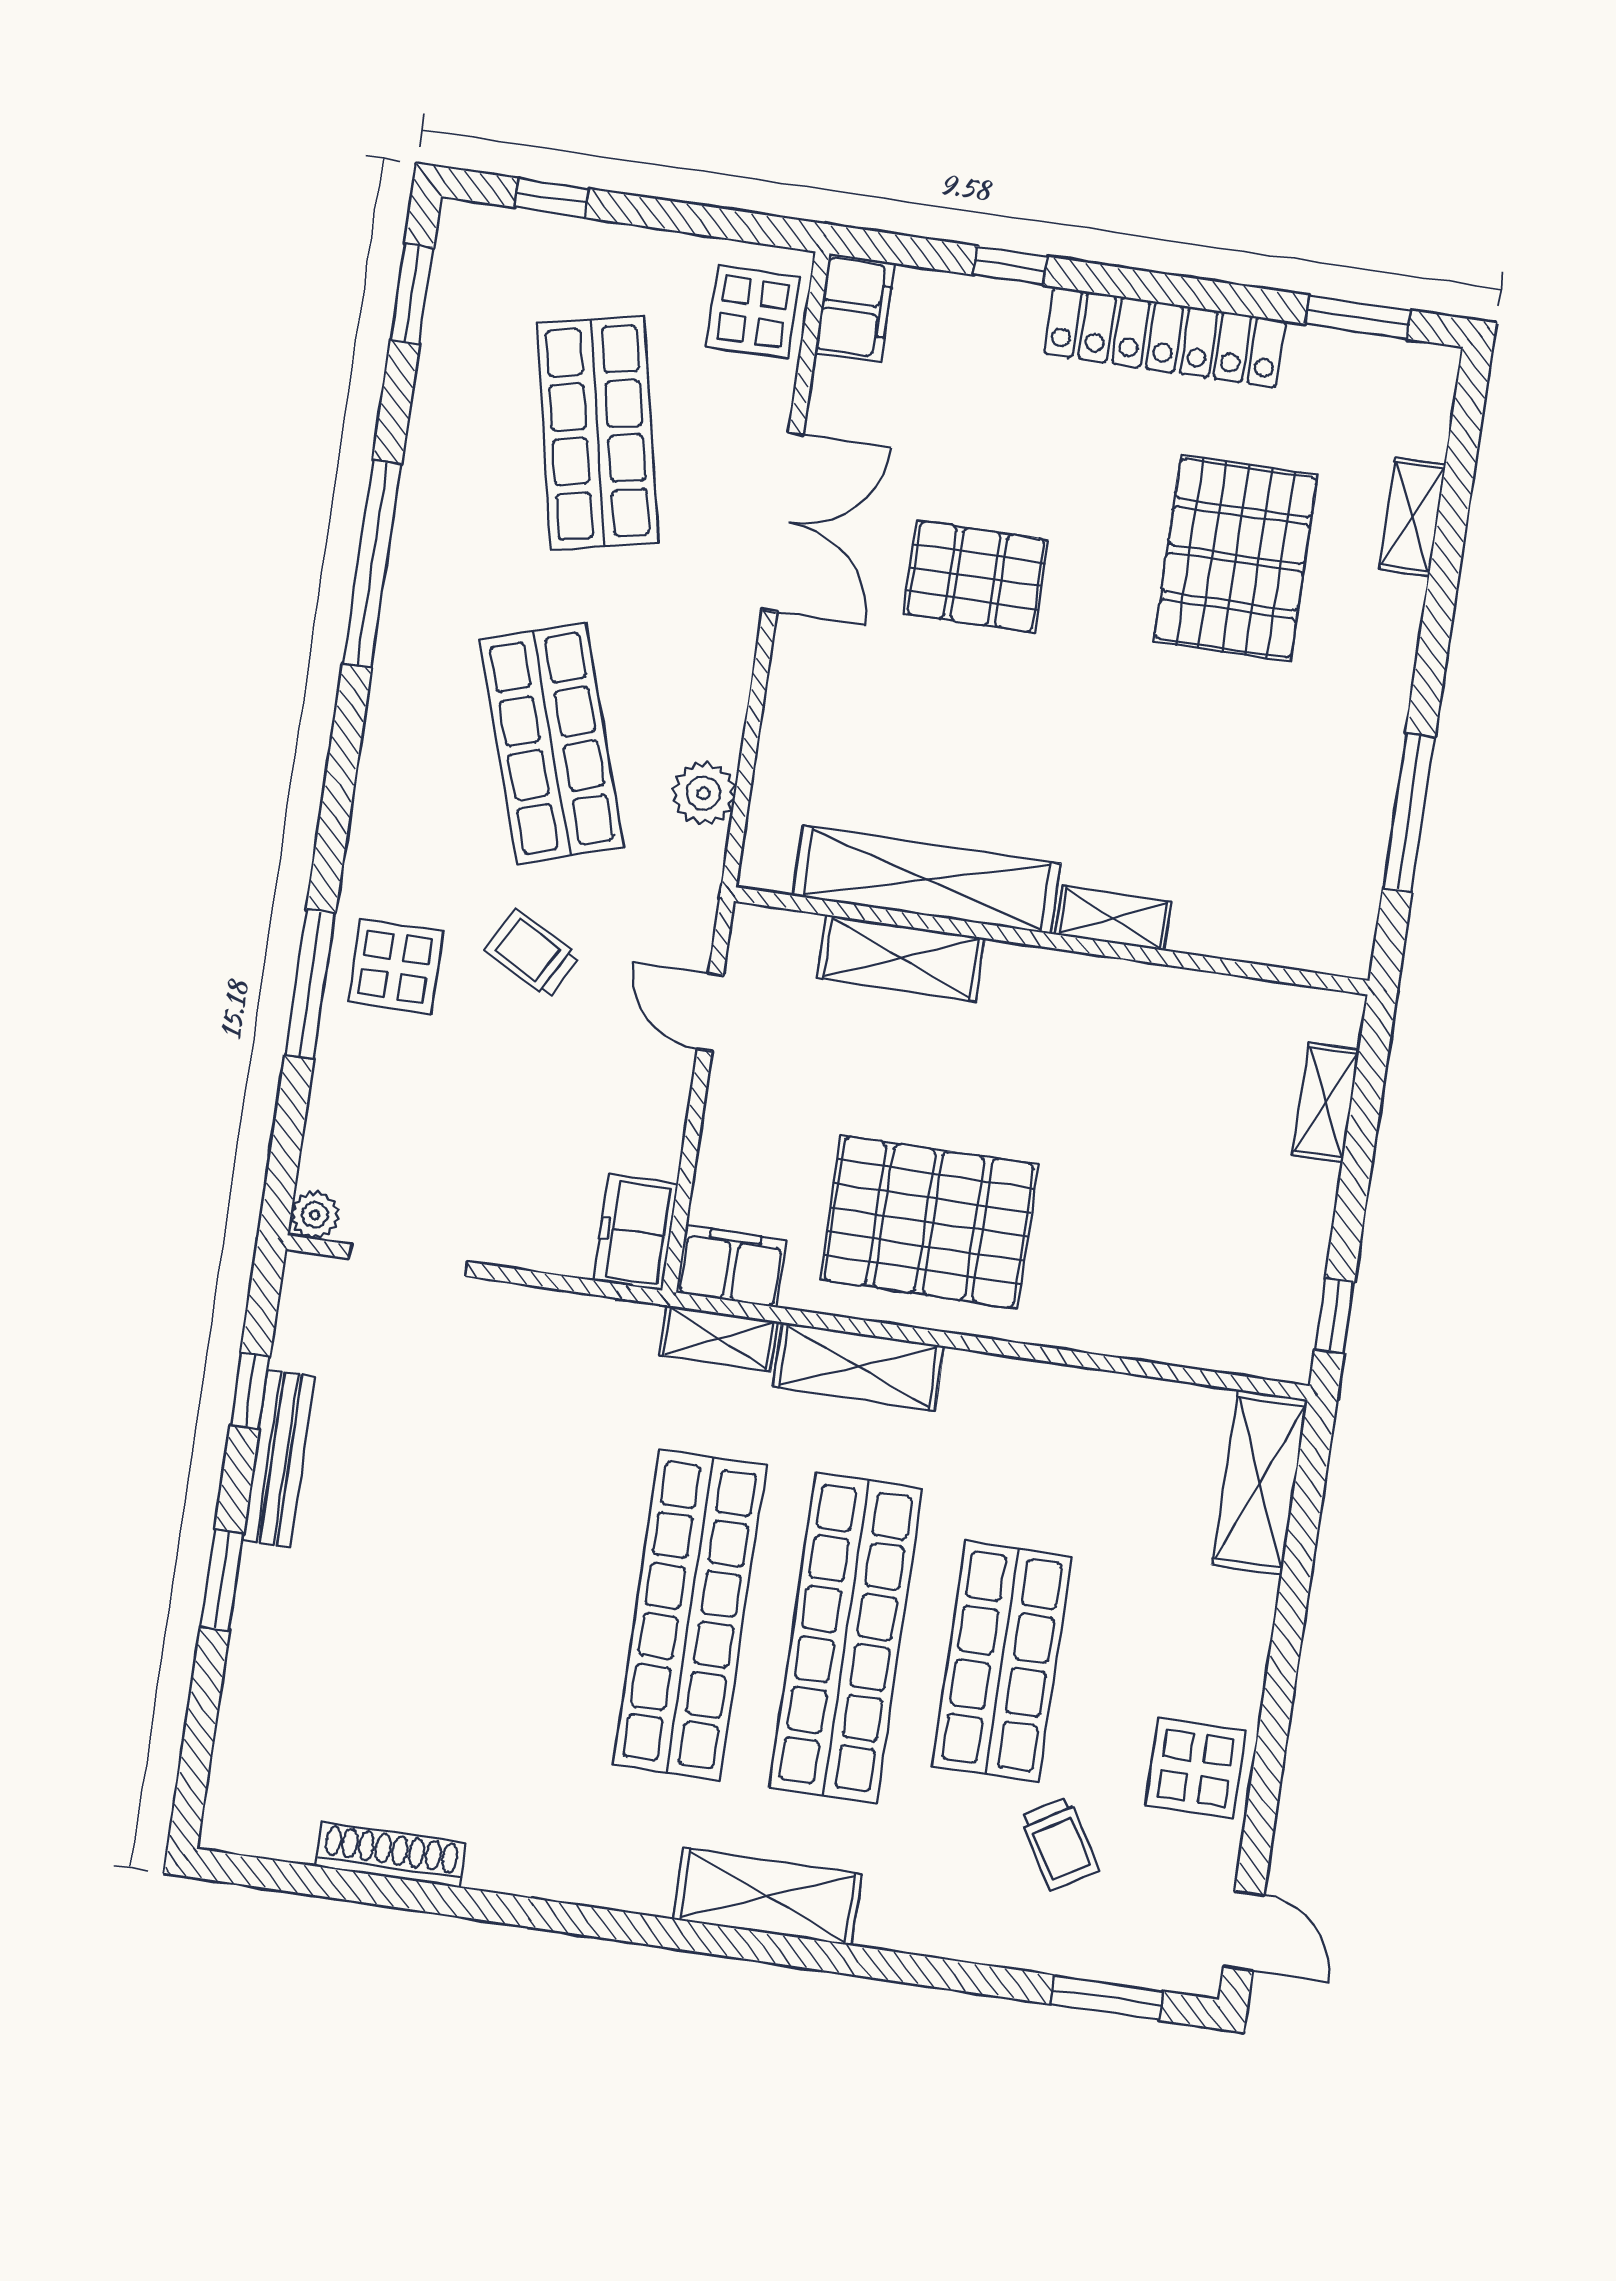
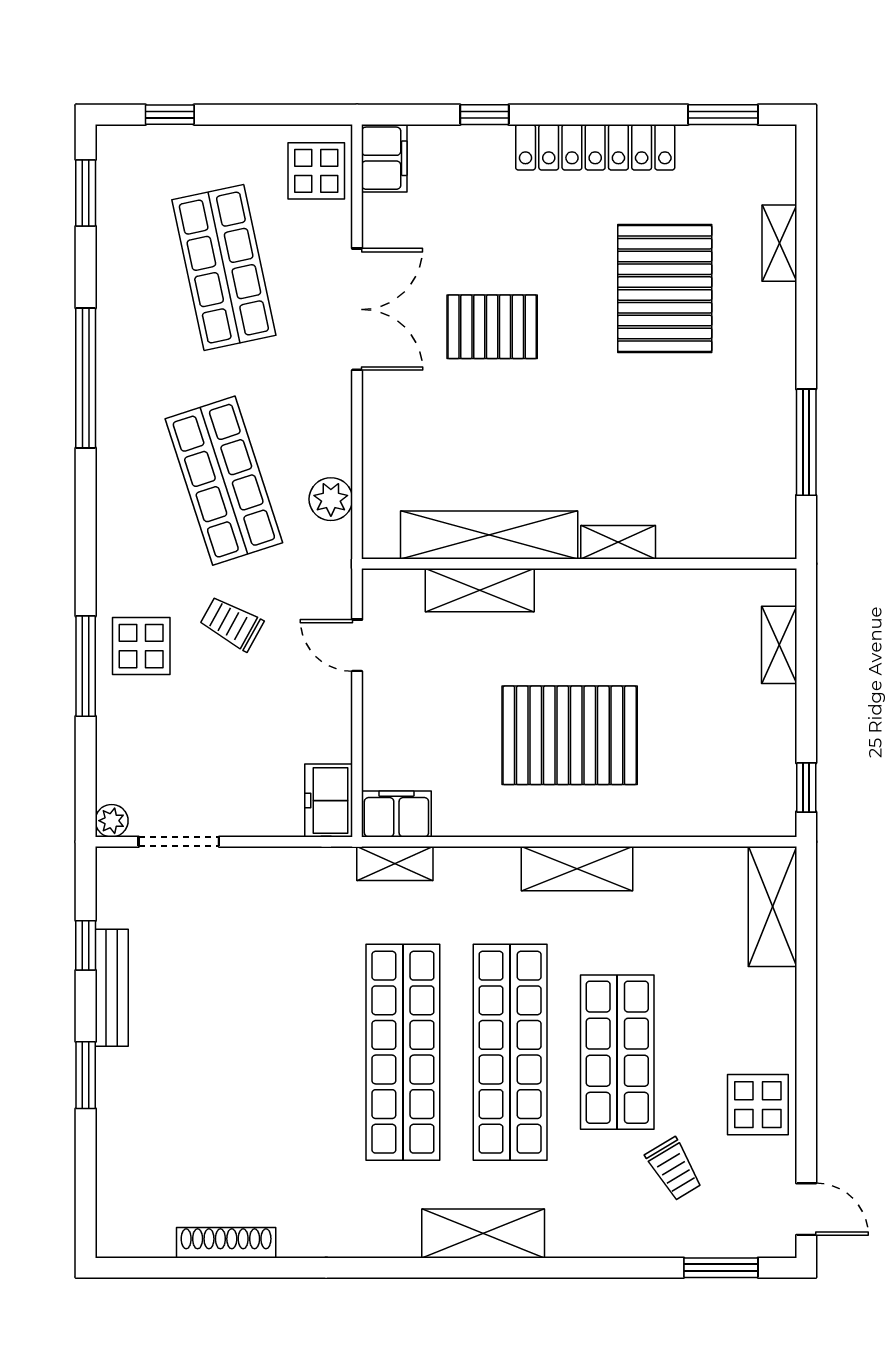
pallet: (929, 1222) -> (570, 735), moved
shelving: (858, 1367) -> (577, 869), moved

